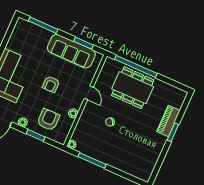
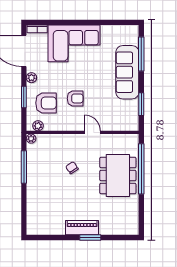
sofa: (71, 51) -> (127, 72), moved
armchair: (51, 84) -> (75, 98), moved, turned 180
door: (89, 93) -> (92, 132), swing flipped
plant: (73, 113) -> (38, 126), moved
piano: (168, 121) -> (82, 228), moved

